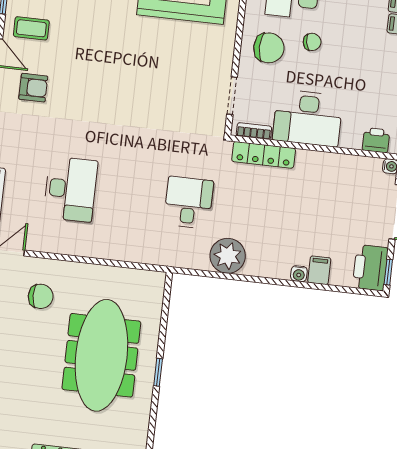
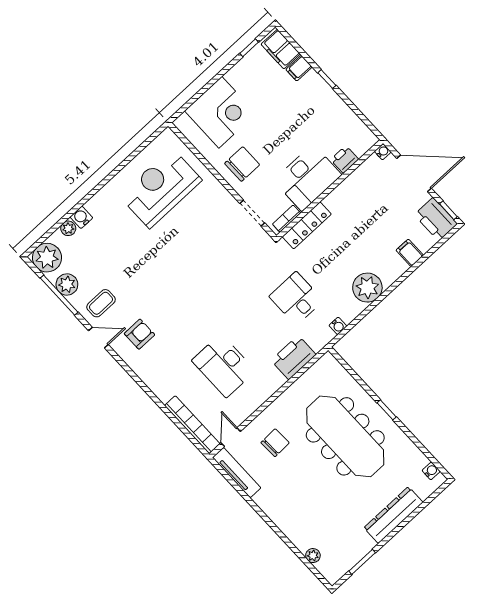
chair: (312, 42) -> (262, 134), removed
printer: (376, 140) -> (345, 160), moved
desk: (70, 189) -> (224, 366), turned 180
printer: (133, 246) -> (293, 358), added
plant: (228, 256) -> (367, 288), moved
water cooler: (299, 274) -> (338, 326), moved

